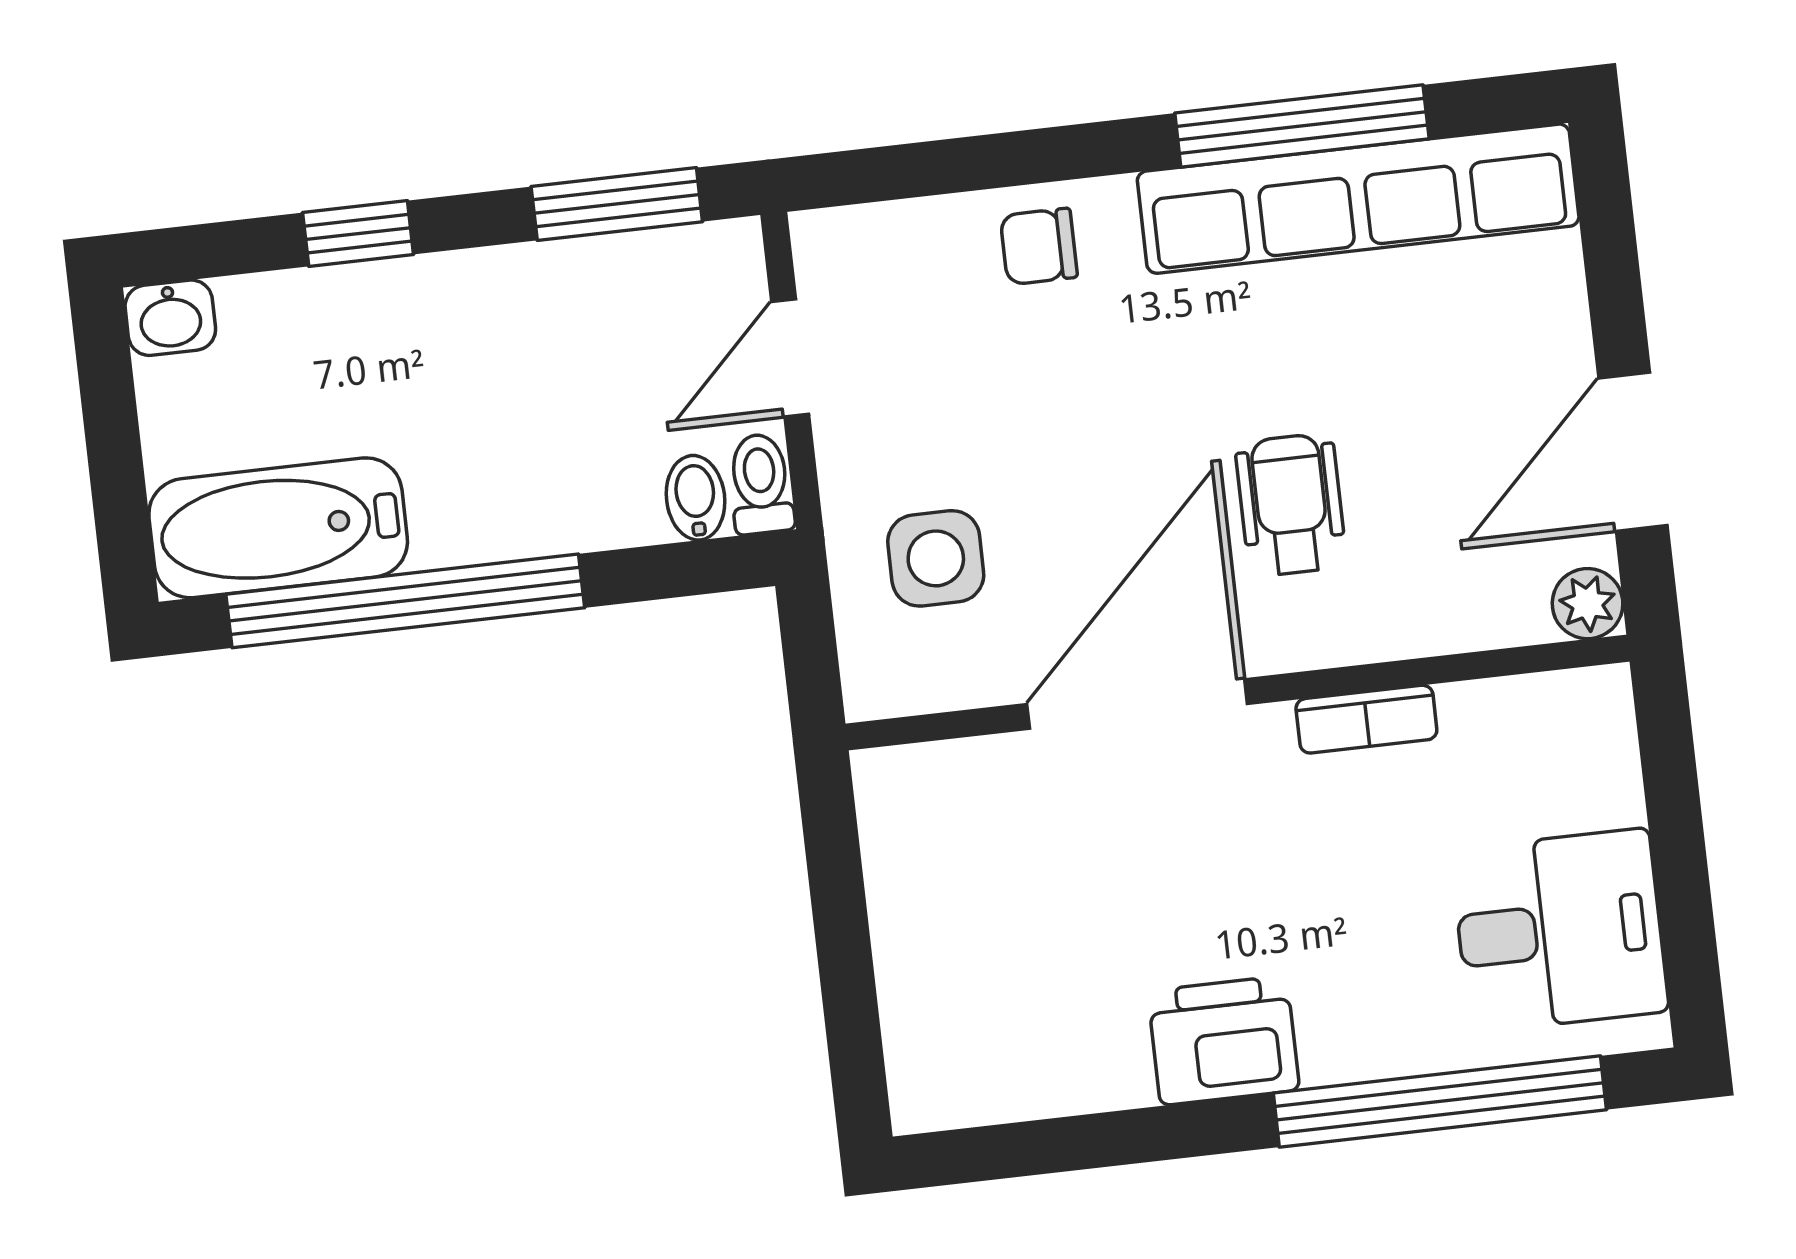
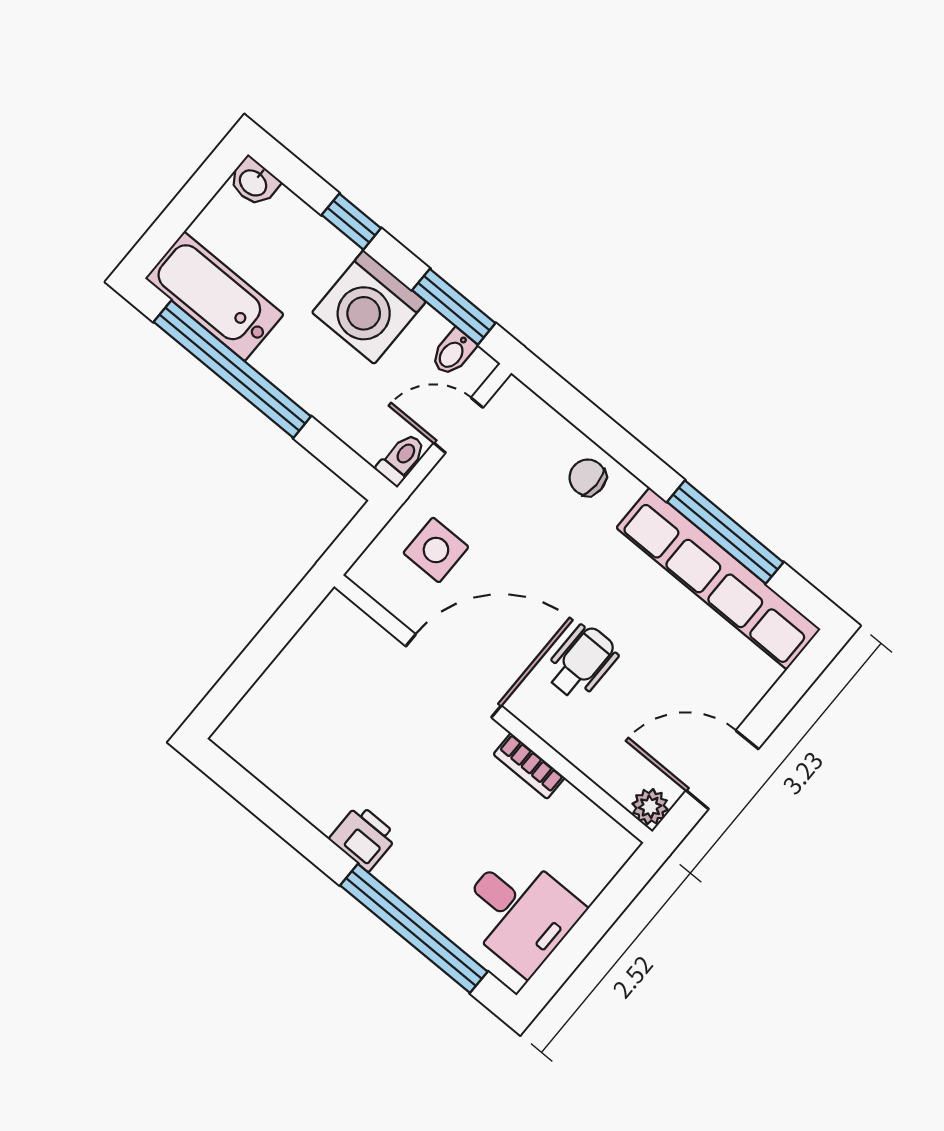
washing machine: (502, 324) -> (369, 307), added
bidet: (696, 498) -> (453, 352), moved, turned 180
printer: (1224, 1040) -> (364, 838), width x0.73, depth x0.81

